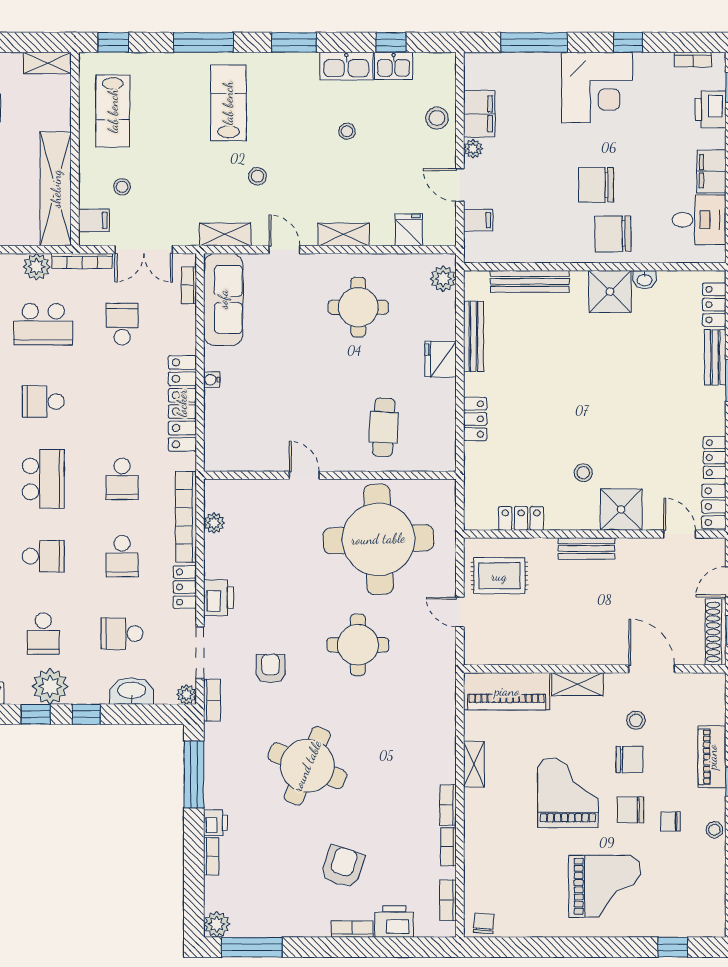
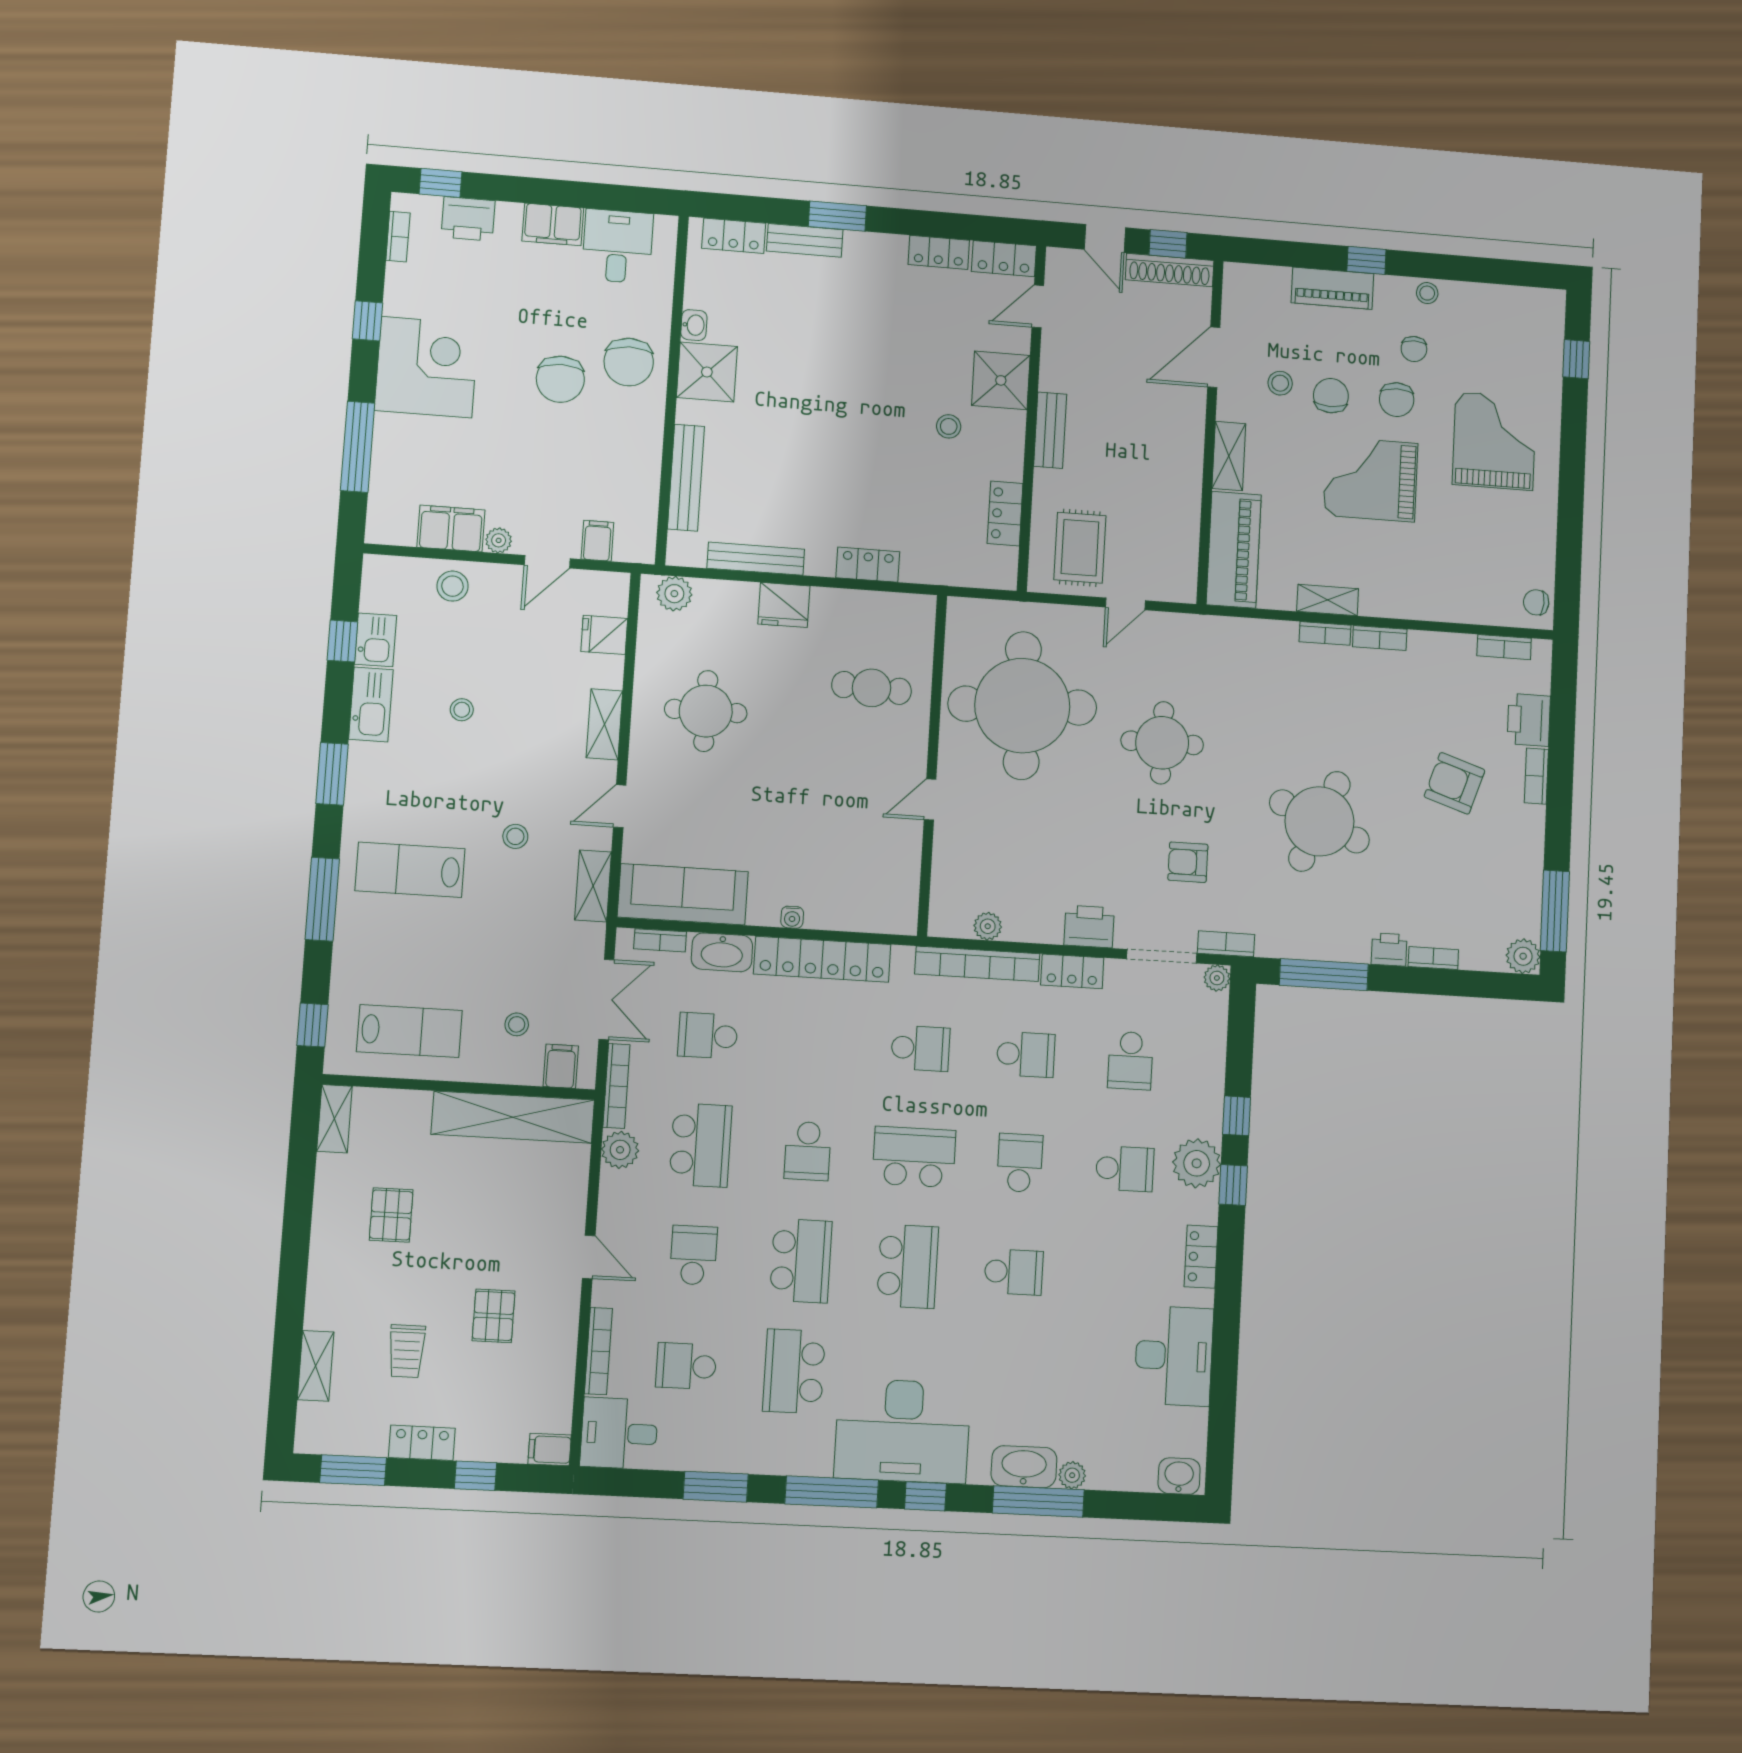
washbasin: (132, 691) -> (722, 952), moved, turned -90
bookcase: (448, 847) -> (1325, 633), moved

